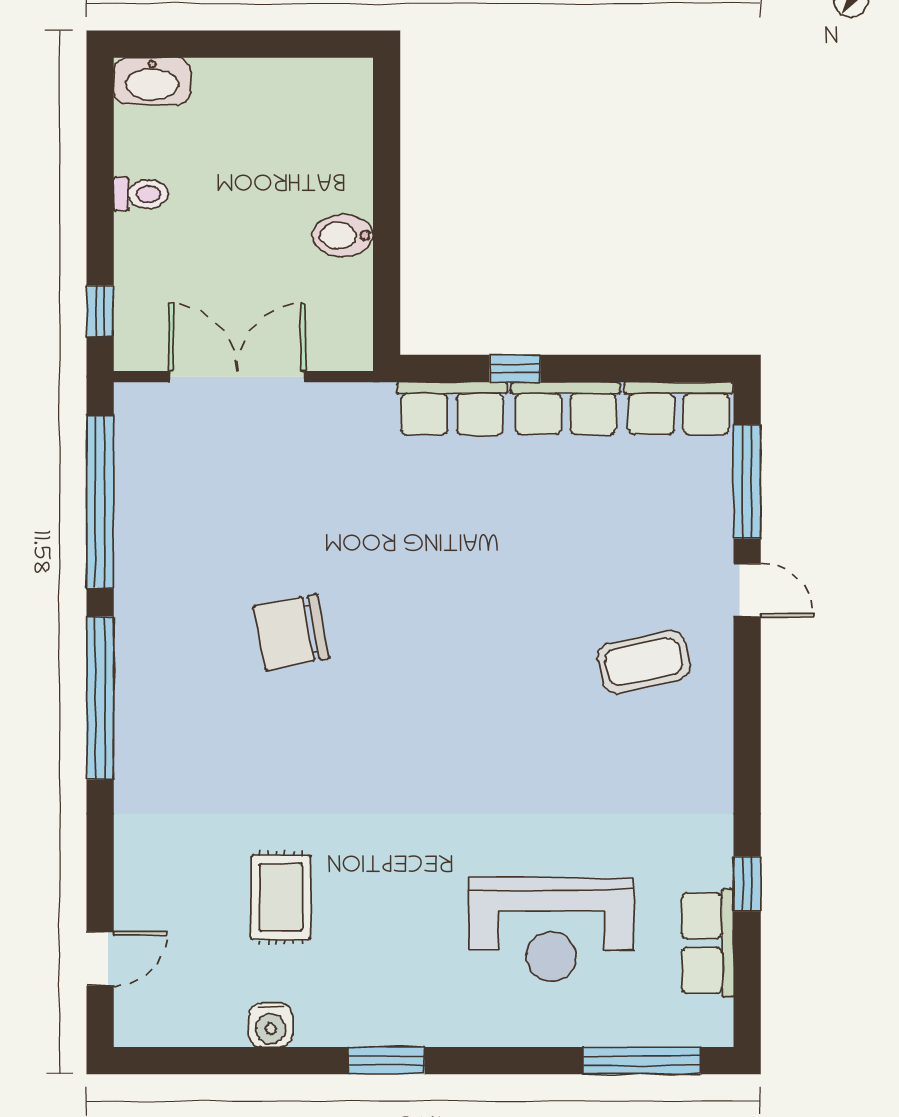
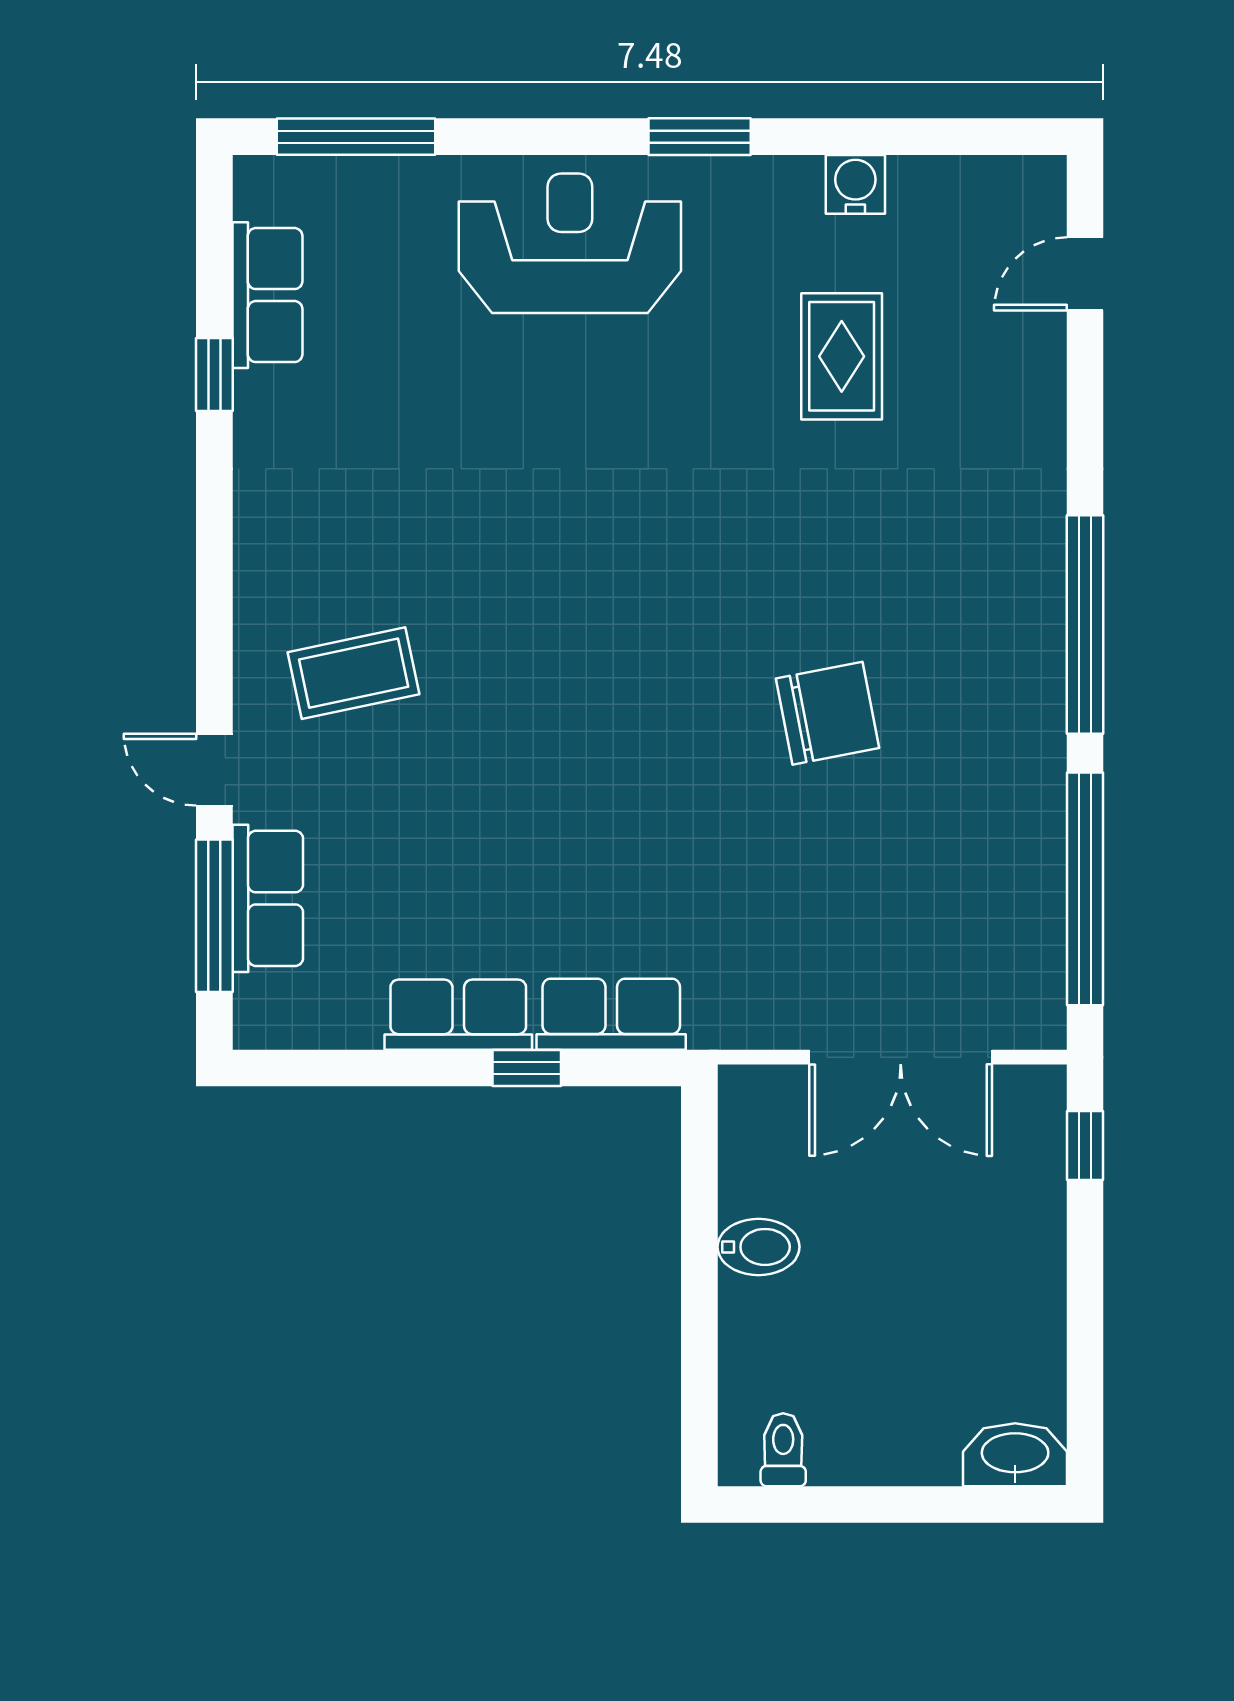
toilet: (141, 194) -> (783, 1450), moved, turned 90
row of seats: (679, 408) -> (268, 898), moved, turned 90
reception desk: (551, 929) -> (570, 243), moved

